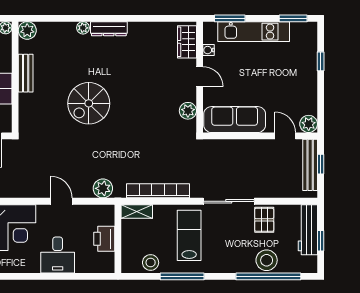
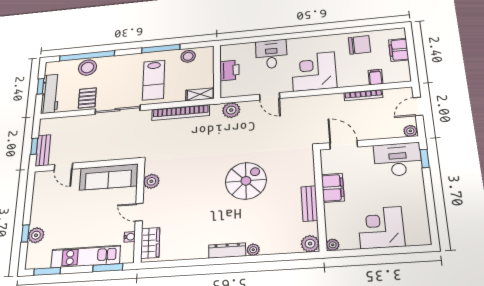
plant: (309, 124) -> (36, 235), moved
bench: (310, 165) -> (43, 150), width x0.73

